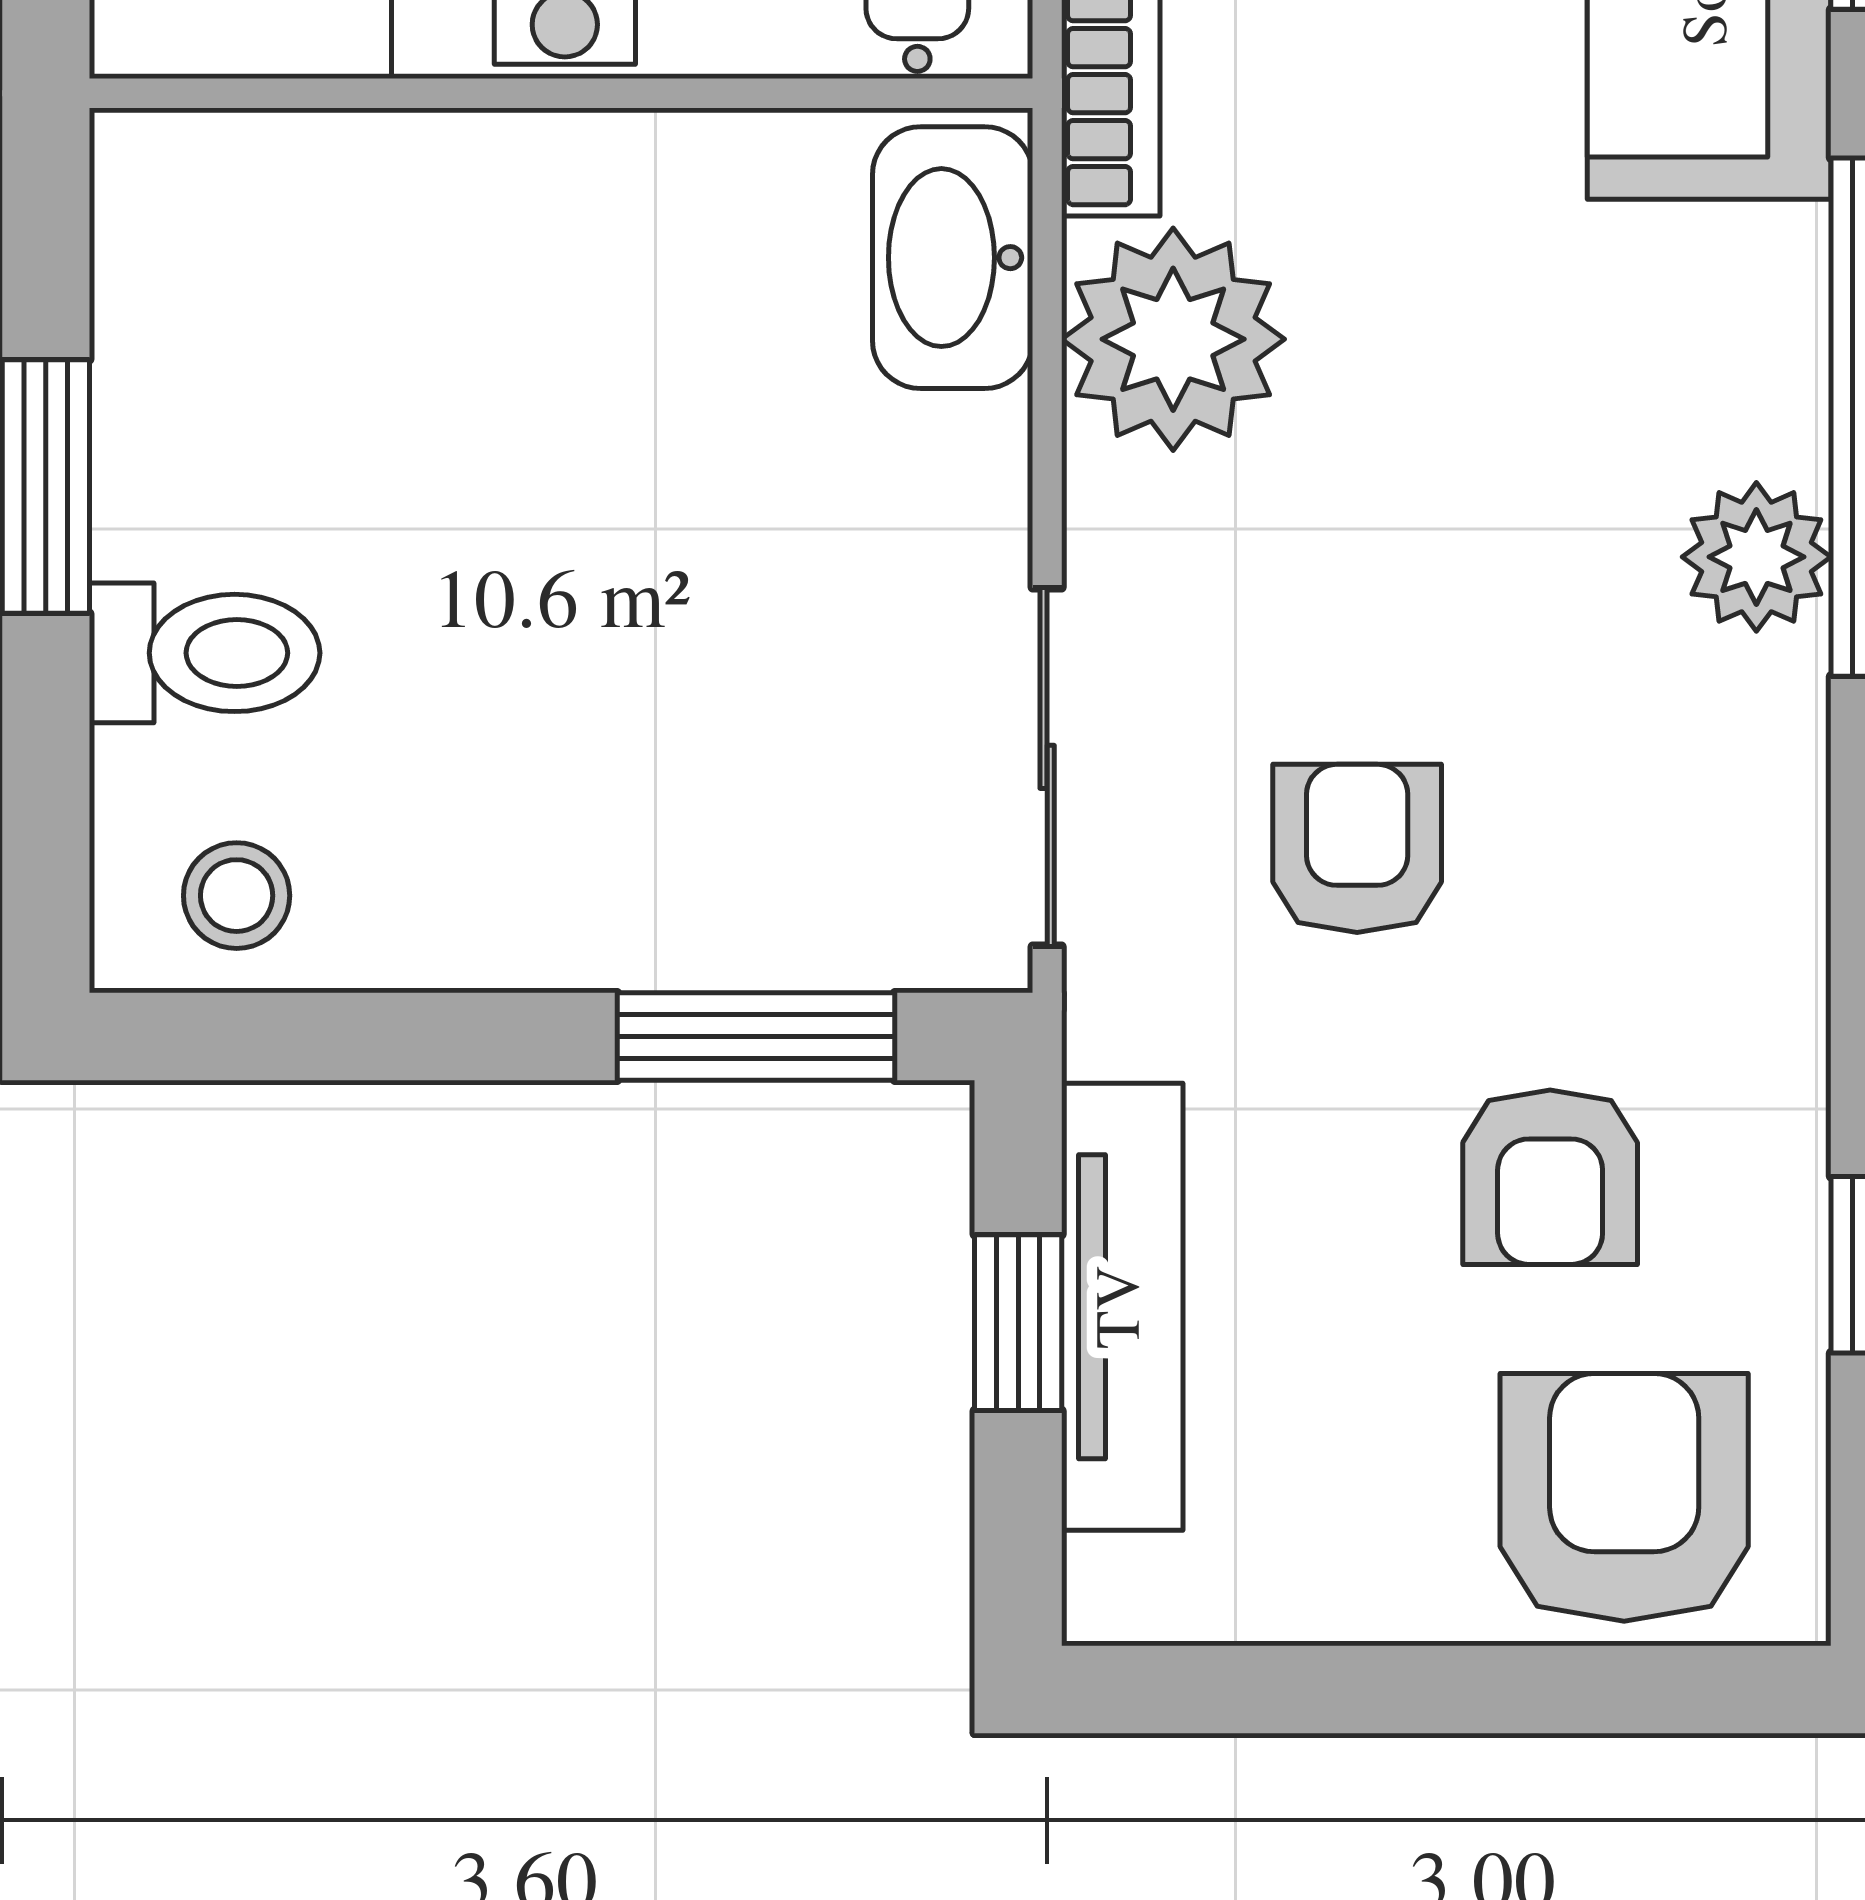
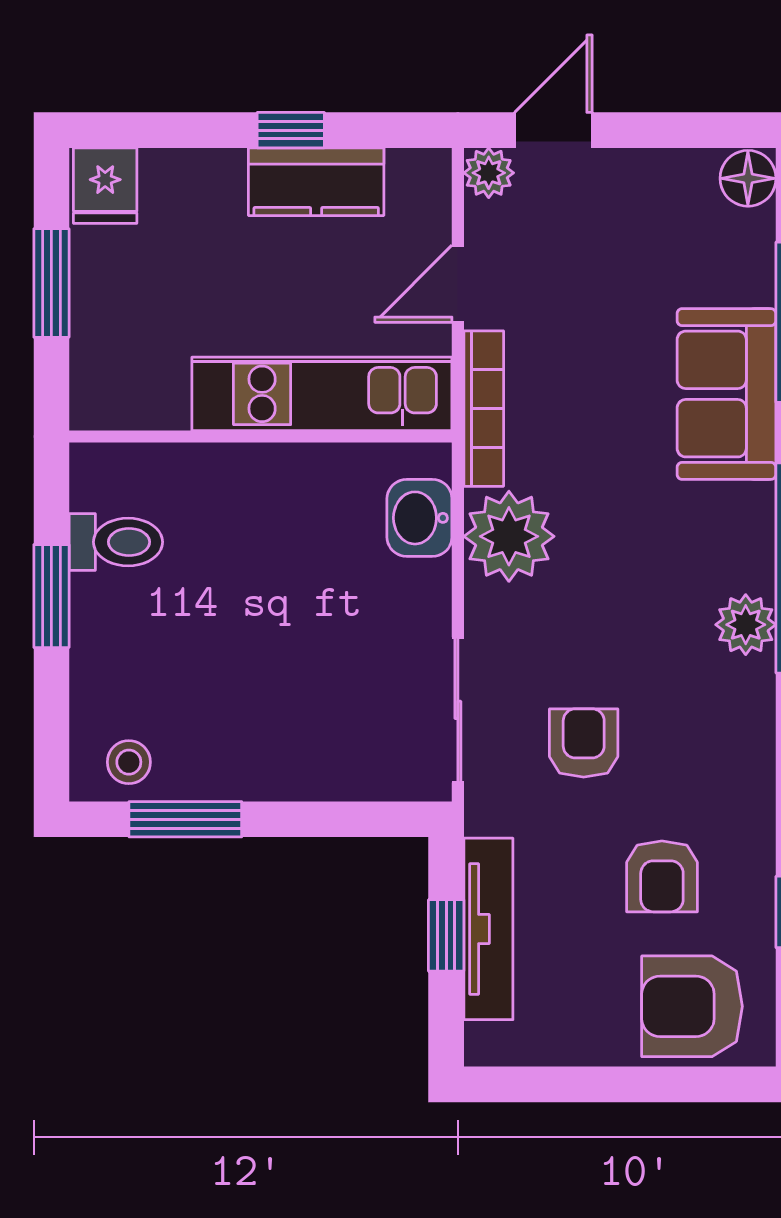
washbasin: (953, 258) -> (419, 518), width x0.72
toilet: (205, 653) -> (116, 542), moved
window: (756, 1036) -> (185, 819), moved
armchair: (1624, 1497) -> (692, 1006), turned -90

